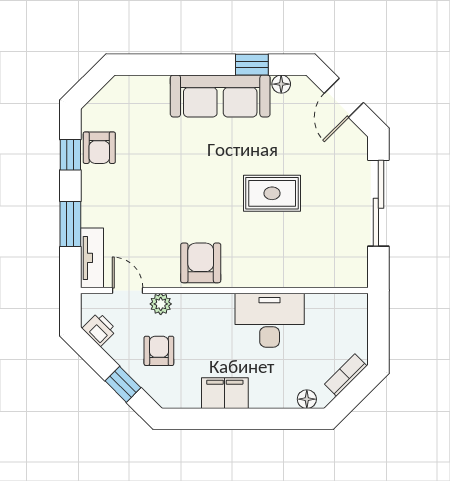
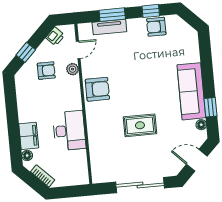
rug: (272, 193) -> (140, 125), turned 90
tv unit: (92, 258) -> (109, 27), moved
filing cabinet: (225, 393) -> (29, 136), moved

